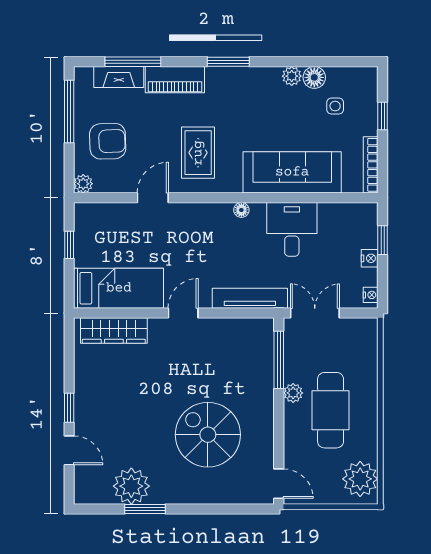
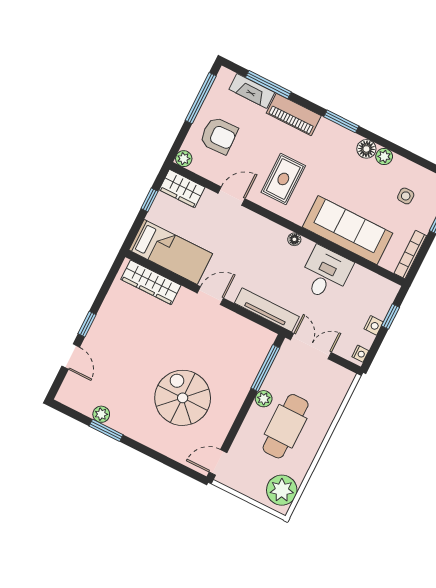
floor lamp: (314, 77) -> (366, 149), moved
wardrobe: (97, 216) -> (182, 189), added
door: (279, 484) -> (218, 462), swing flipped
plant: (131, 486) -> (101, 414), width x0.53, depth x0.53

